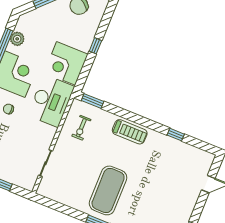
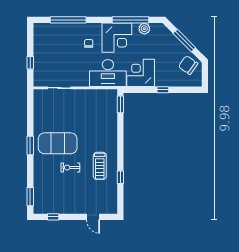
exercise bike: (81, 128) -> (70, 168), moved
treadmill: (130, 132) -> (100, 166), moved

